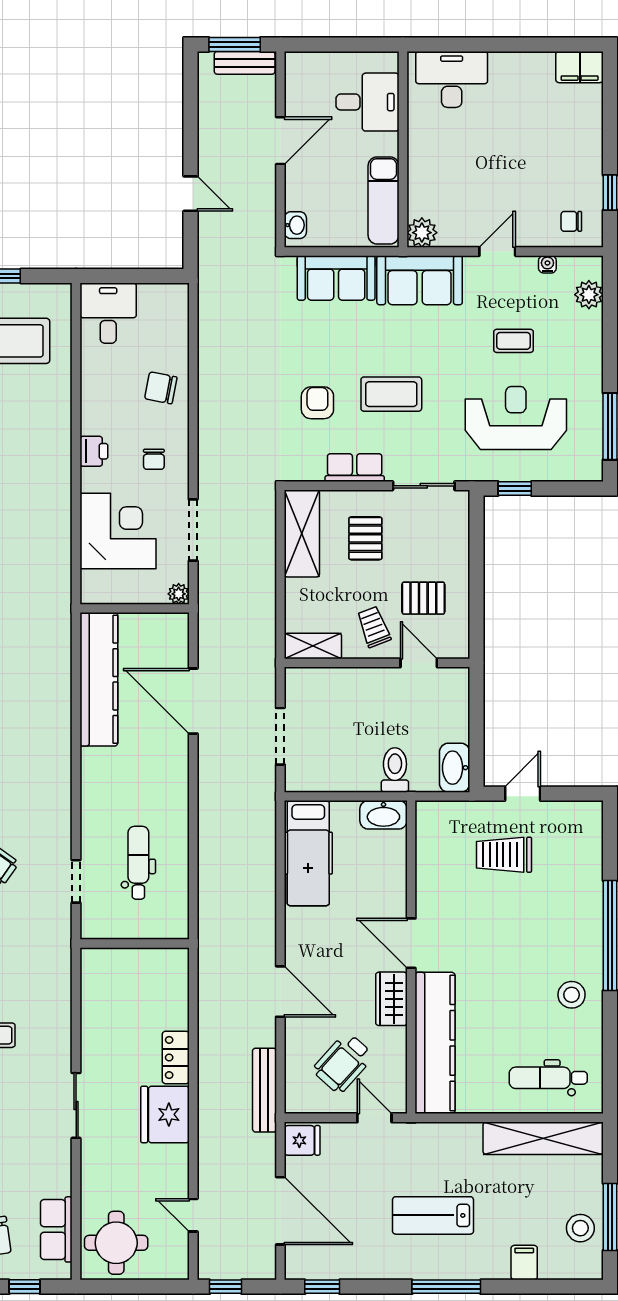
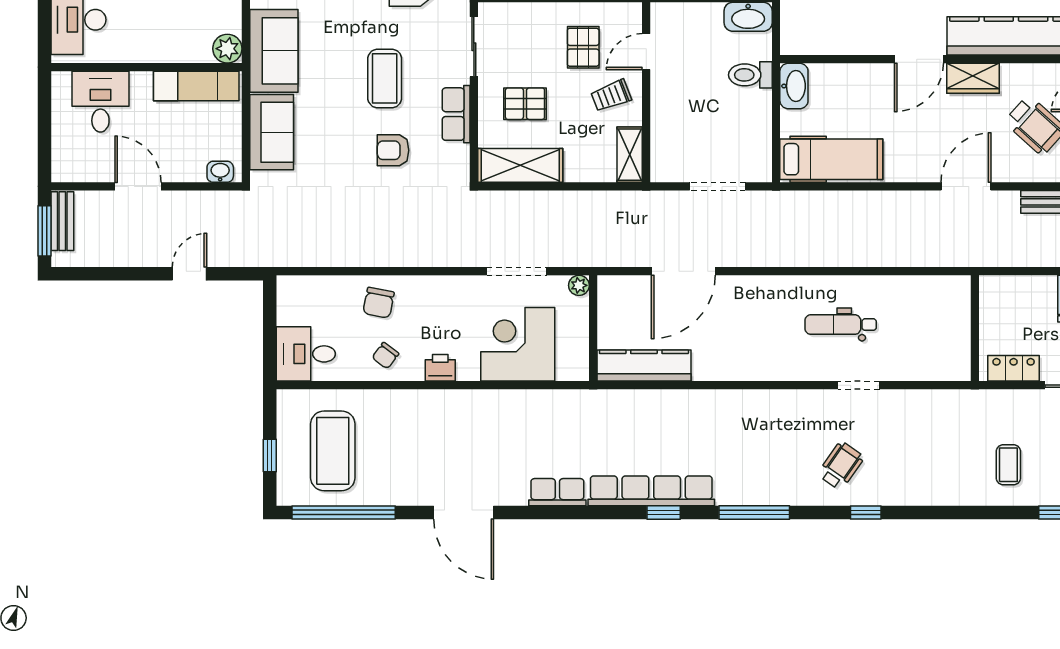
chair: (154, 459) -> (385, 356), moved, turned 127
kitchen counter: (99, 679) -> (644, 366), width x0.72, depth x0.86
wall: (135, 943) -> (975, 328), moved
locker: (176, 1057) -> (1014, 368), moved, turned 180

